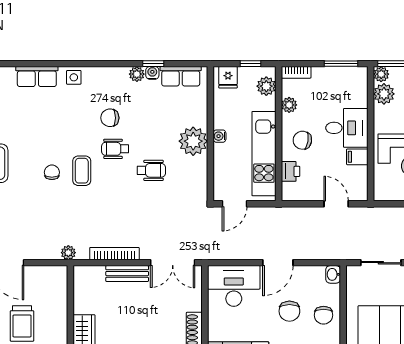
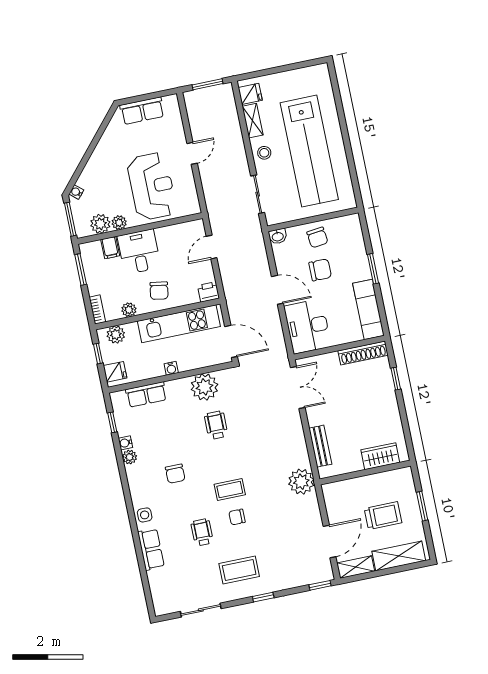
window: (153, 64) -> (112, 422), moved
plant: (381, 74) -> (119, 223), moved
row of seats: (181, 76) -> (146, 394), moved, turned 90
plant: (193, 141) -> (204, 387), moved
wheelchair: (115, 149) -> (202, 532), moved, turned 180
filing cabinet: (357, 157) -> (110, 248), moved
printer: (290, 171) -> (208, 292), moved
door: (234, 204) -> (231, 341), width x1.38
plant: (68, 253) -> (301, 482), width x1.87, depth x1.87
bookcase: (114, 254) -> (300, 443), removed
bench: (127, 274) -> (320, 446), moved
chair: (324, 315) -> (317, 237), turned 83

